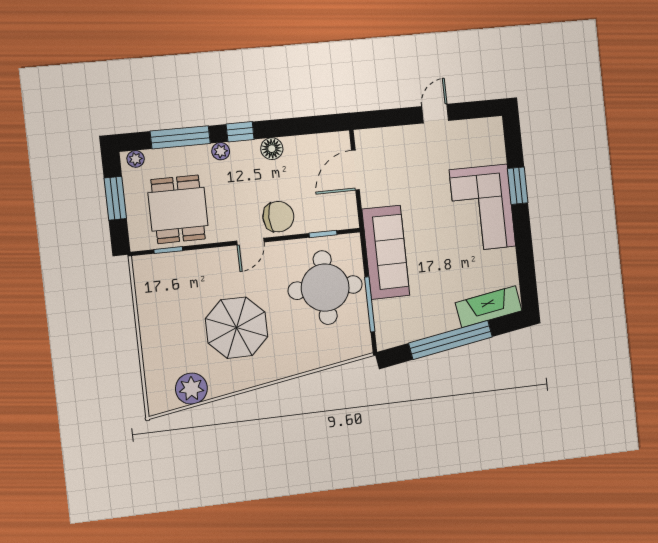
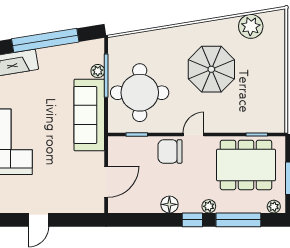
dining table: (178, 209) -> (246, 165), width x1.38
plant: (381, 309) -> (98, 71), added

